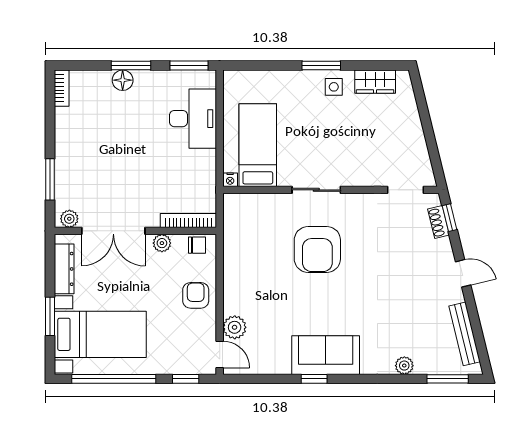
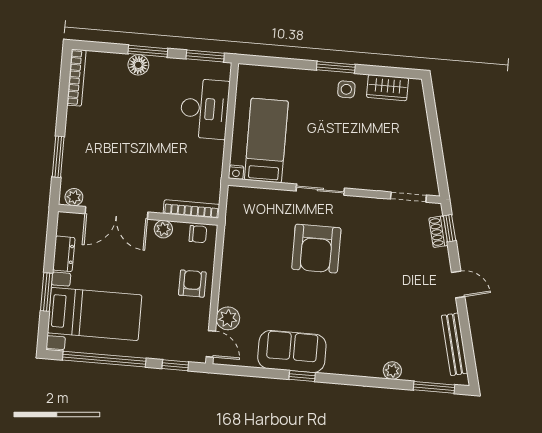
bookcase: (62, 88) -> (76, 78), width x1.56
dresser: (64, 269) -> (64, 254), width x0.70
sofa: (326, 355) -> (292, 351), moved

